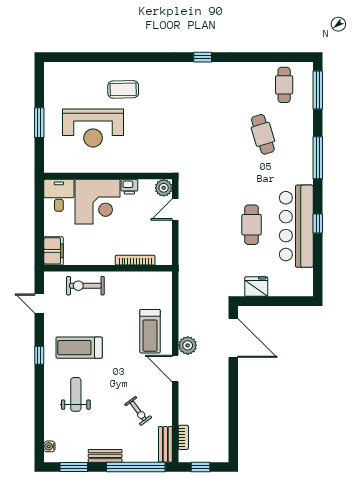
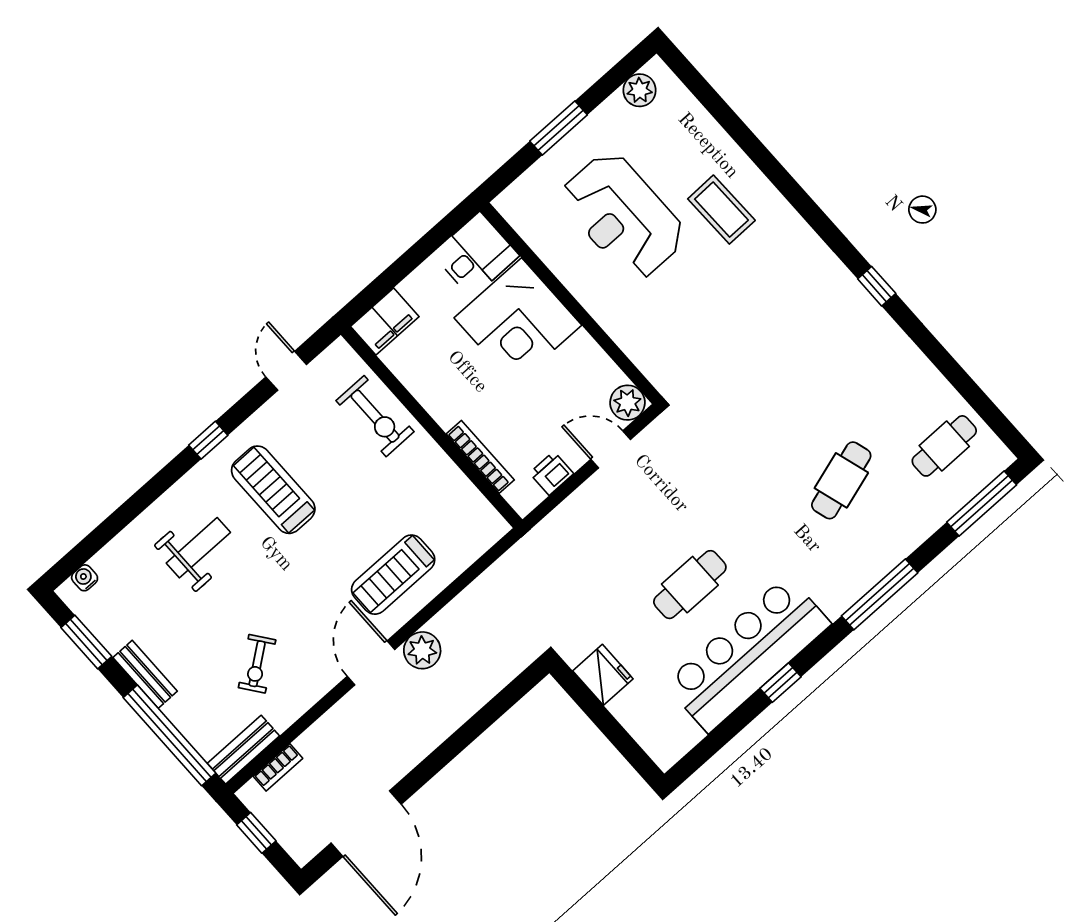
plant: (52, 80) -> (640, 90), added
printer: (129, 187) -> (552, 473), moved, turned 90
exercise bike: (85, 286) -> (375, 416), turned 180
door: (233, 338) -> (366, 824), moved

